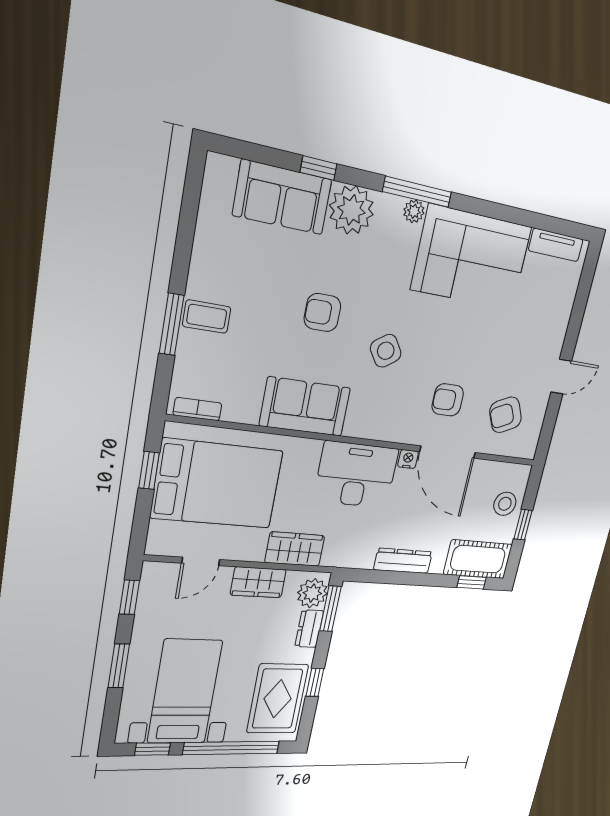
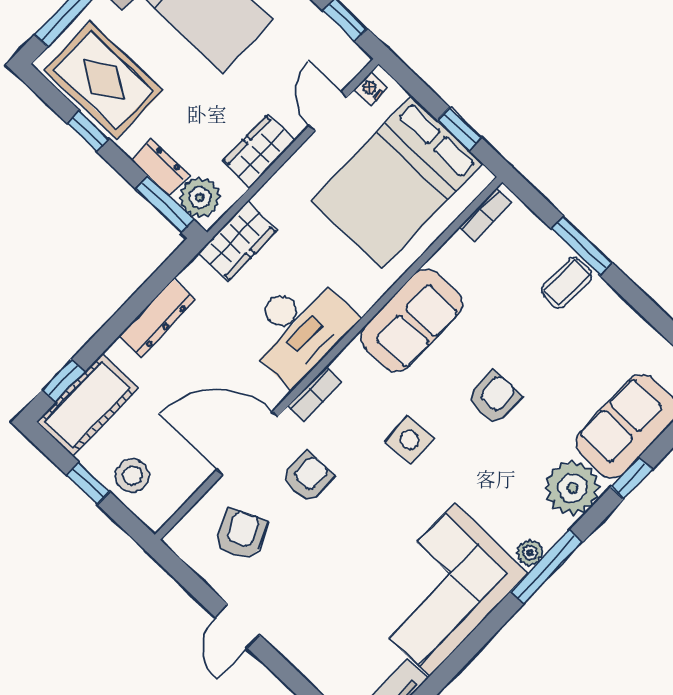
side table: (386, 351) -> (410, 440), turned 31
bookcase: (392, 434) -> (315, 394), added
nightstand: (408, 459) -> (371, 89), moved, turned 180
wardrobe: (295, 549) -> (238, 241), moved

